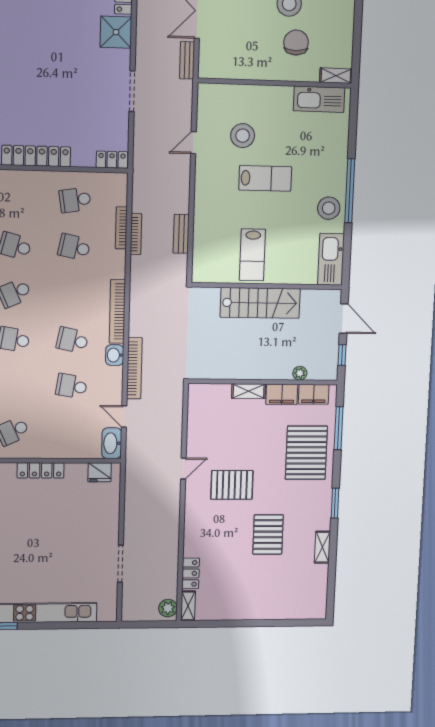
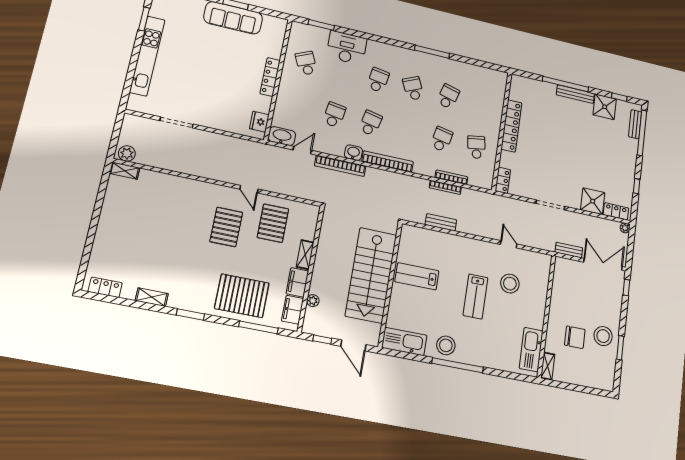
stairs: (260, 303) -> (371, 275), width x1.36, depth x1.51
door: (344, 319) -> (353, 345), hinge flipped
pallet: (268, 534) -> (273, 223), moved, turned 90
locker: (191, 573) -> (105, 287), moved, turned 180

